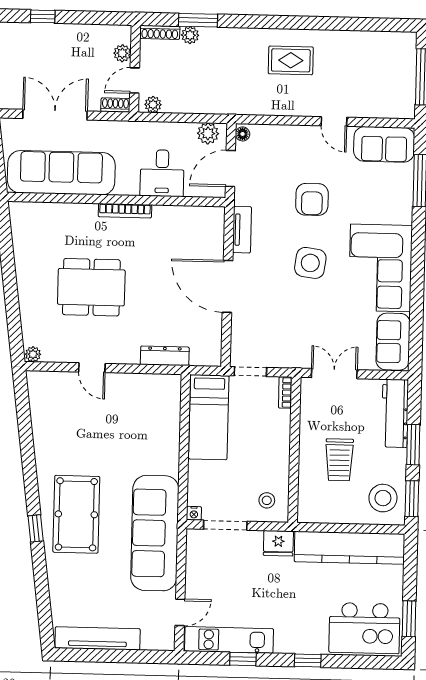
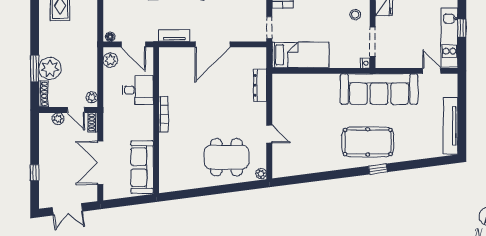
plant: (190, 35) -> (50, 68), width x1.88, depth x1.88
sofa: (61, 173) -> (142, 167), width x0.74, depth x0.79
dining table: (91, 287) -> (227, 157), moved, turned 90
door: (92, 368) -> (269, 134), hinge flipped

